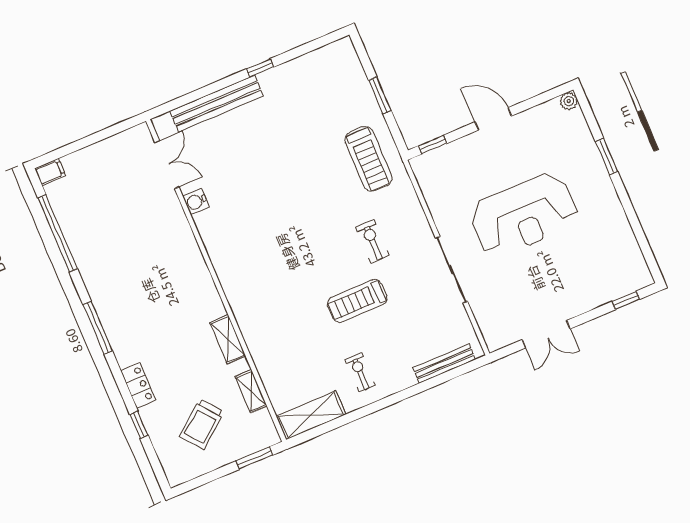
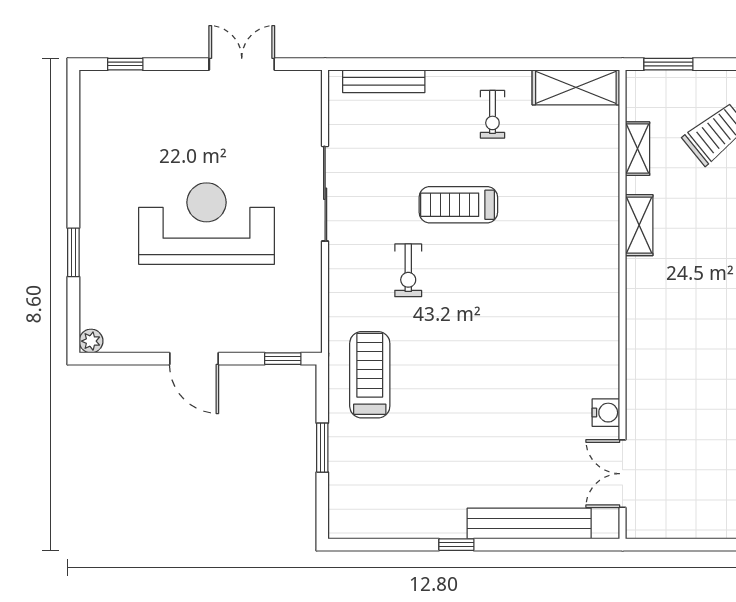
treadmill: (357, 301) -> (458, 205), turned 180

